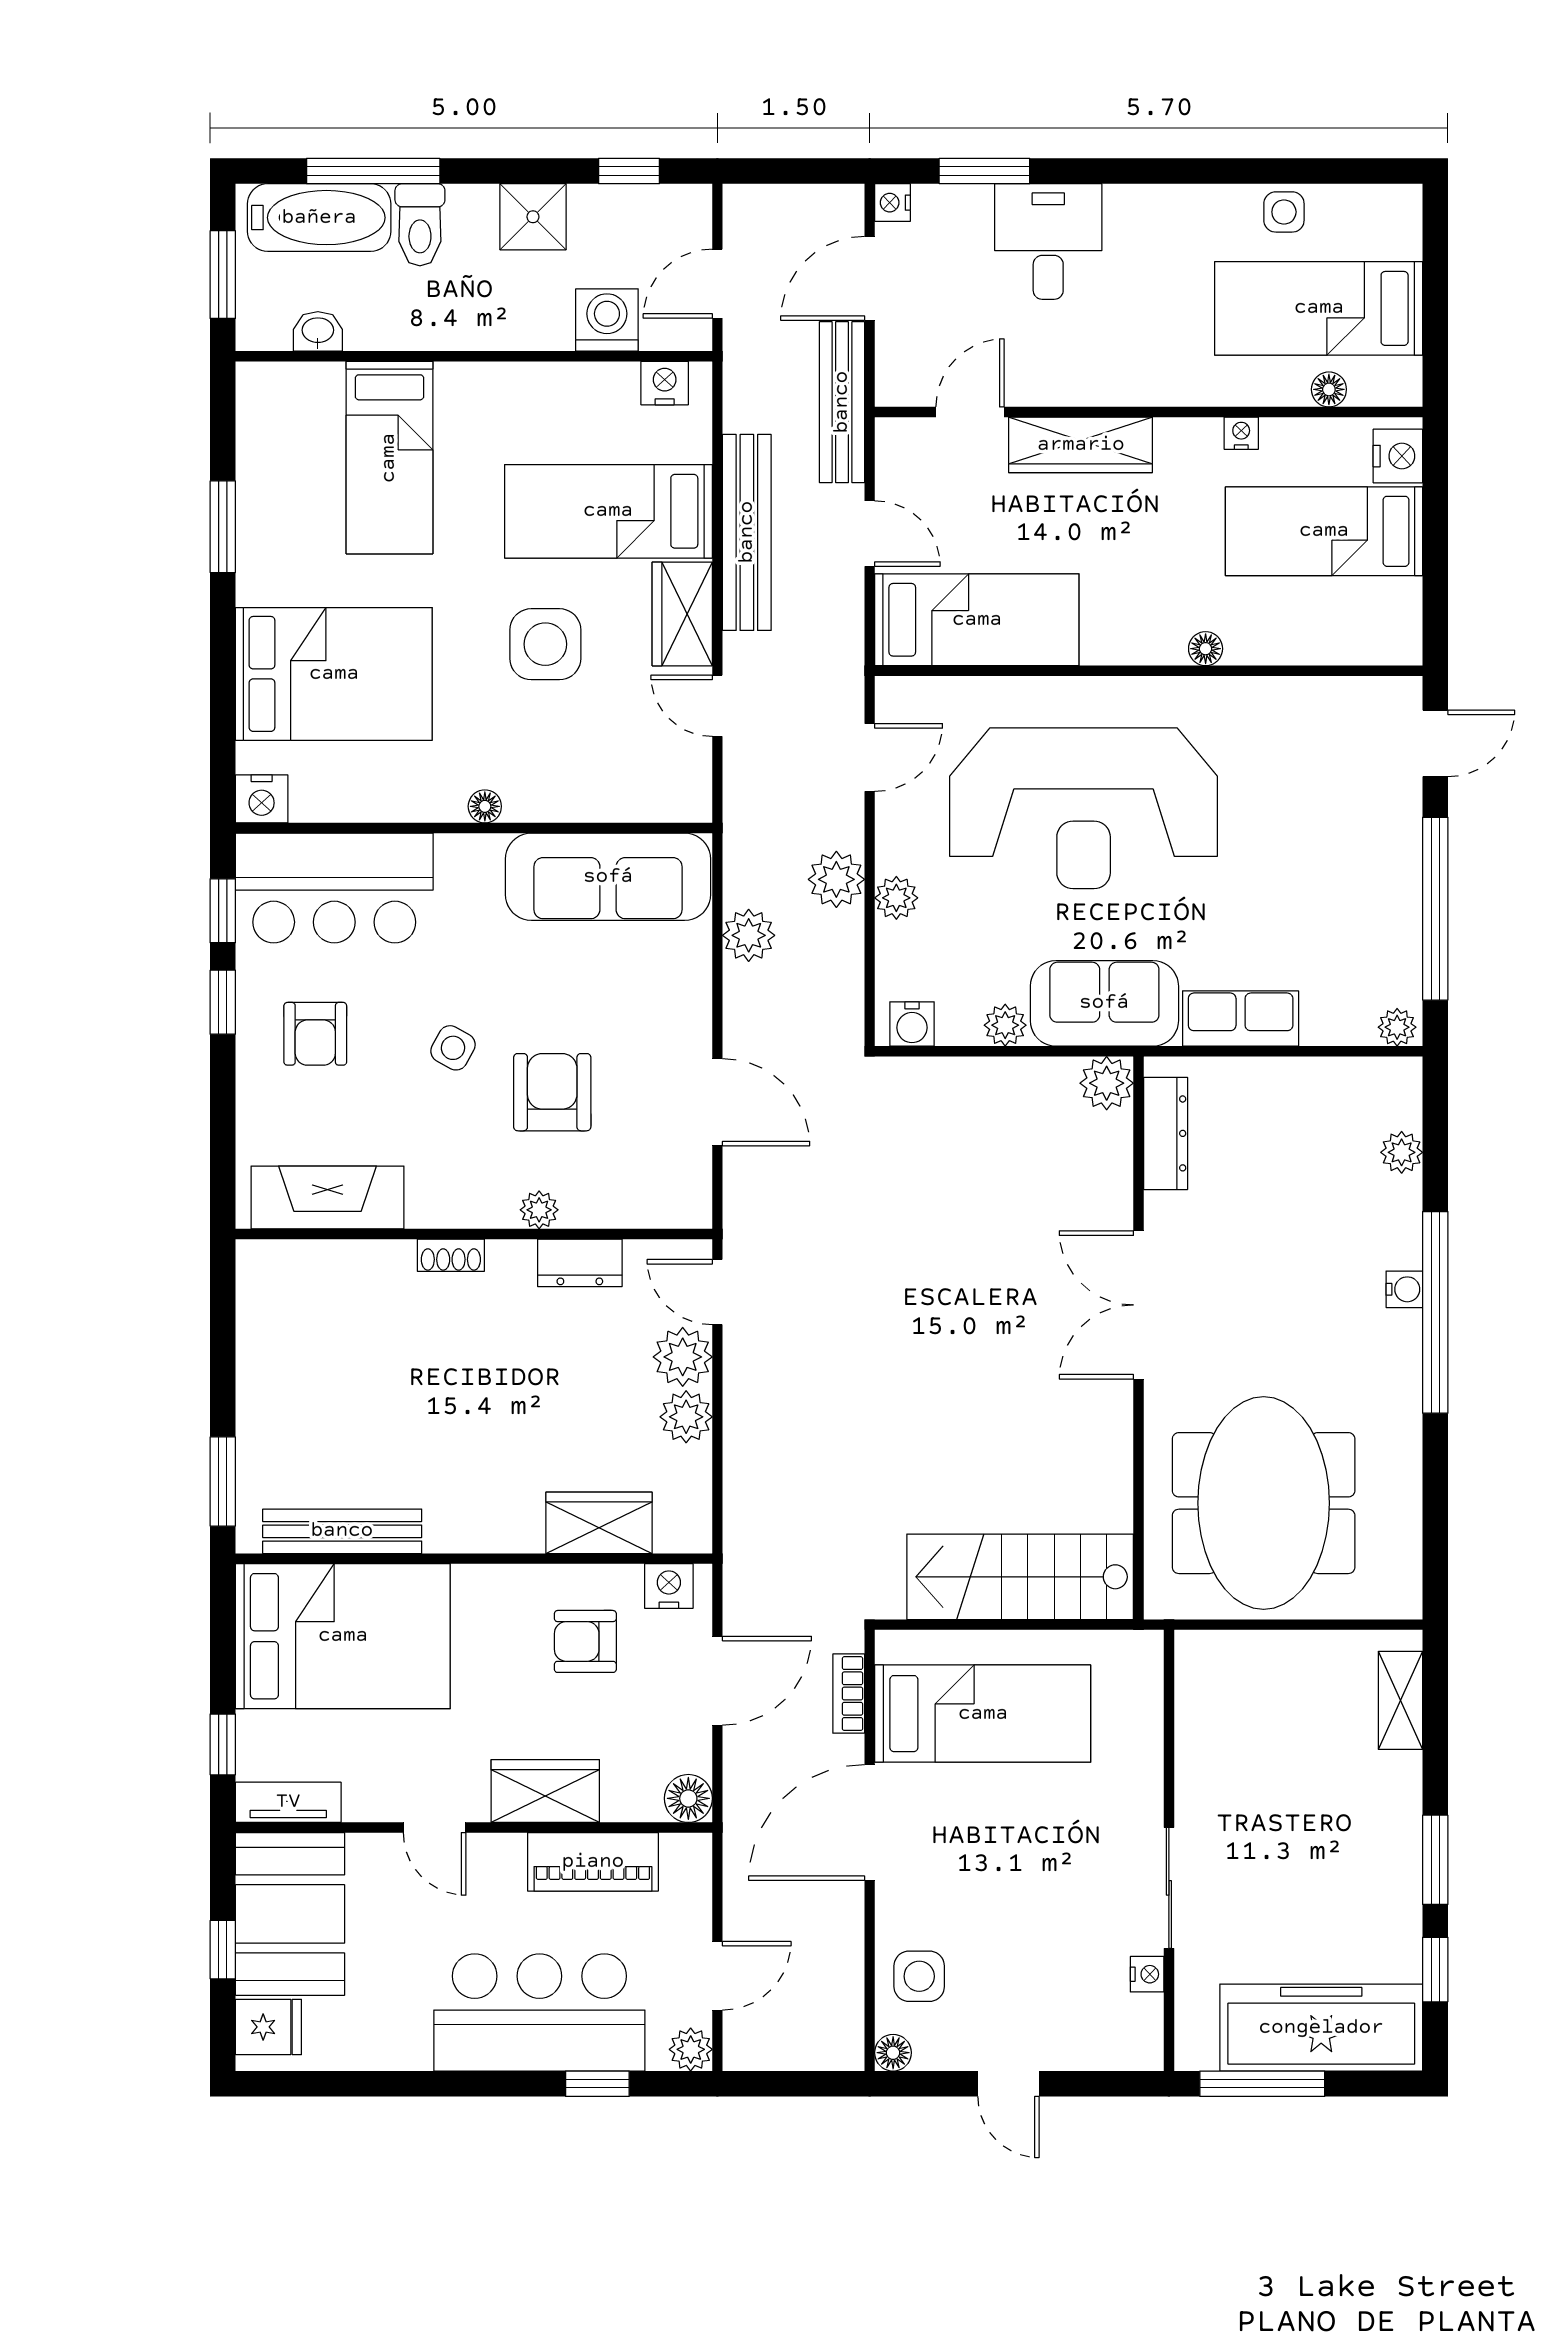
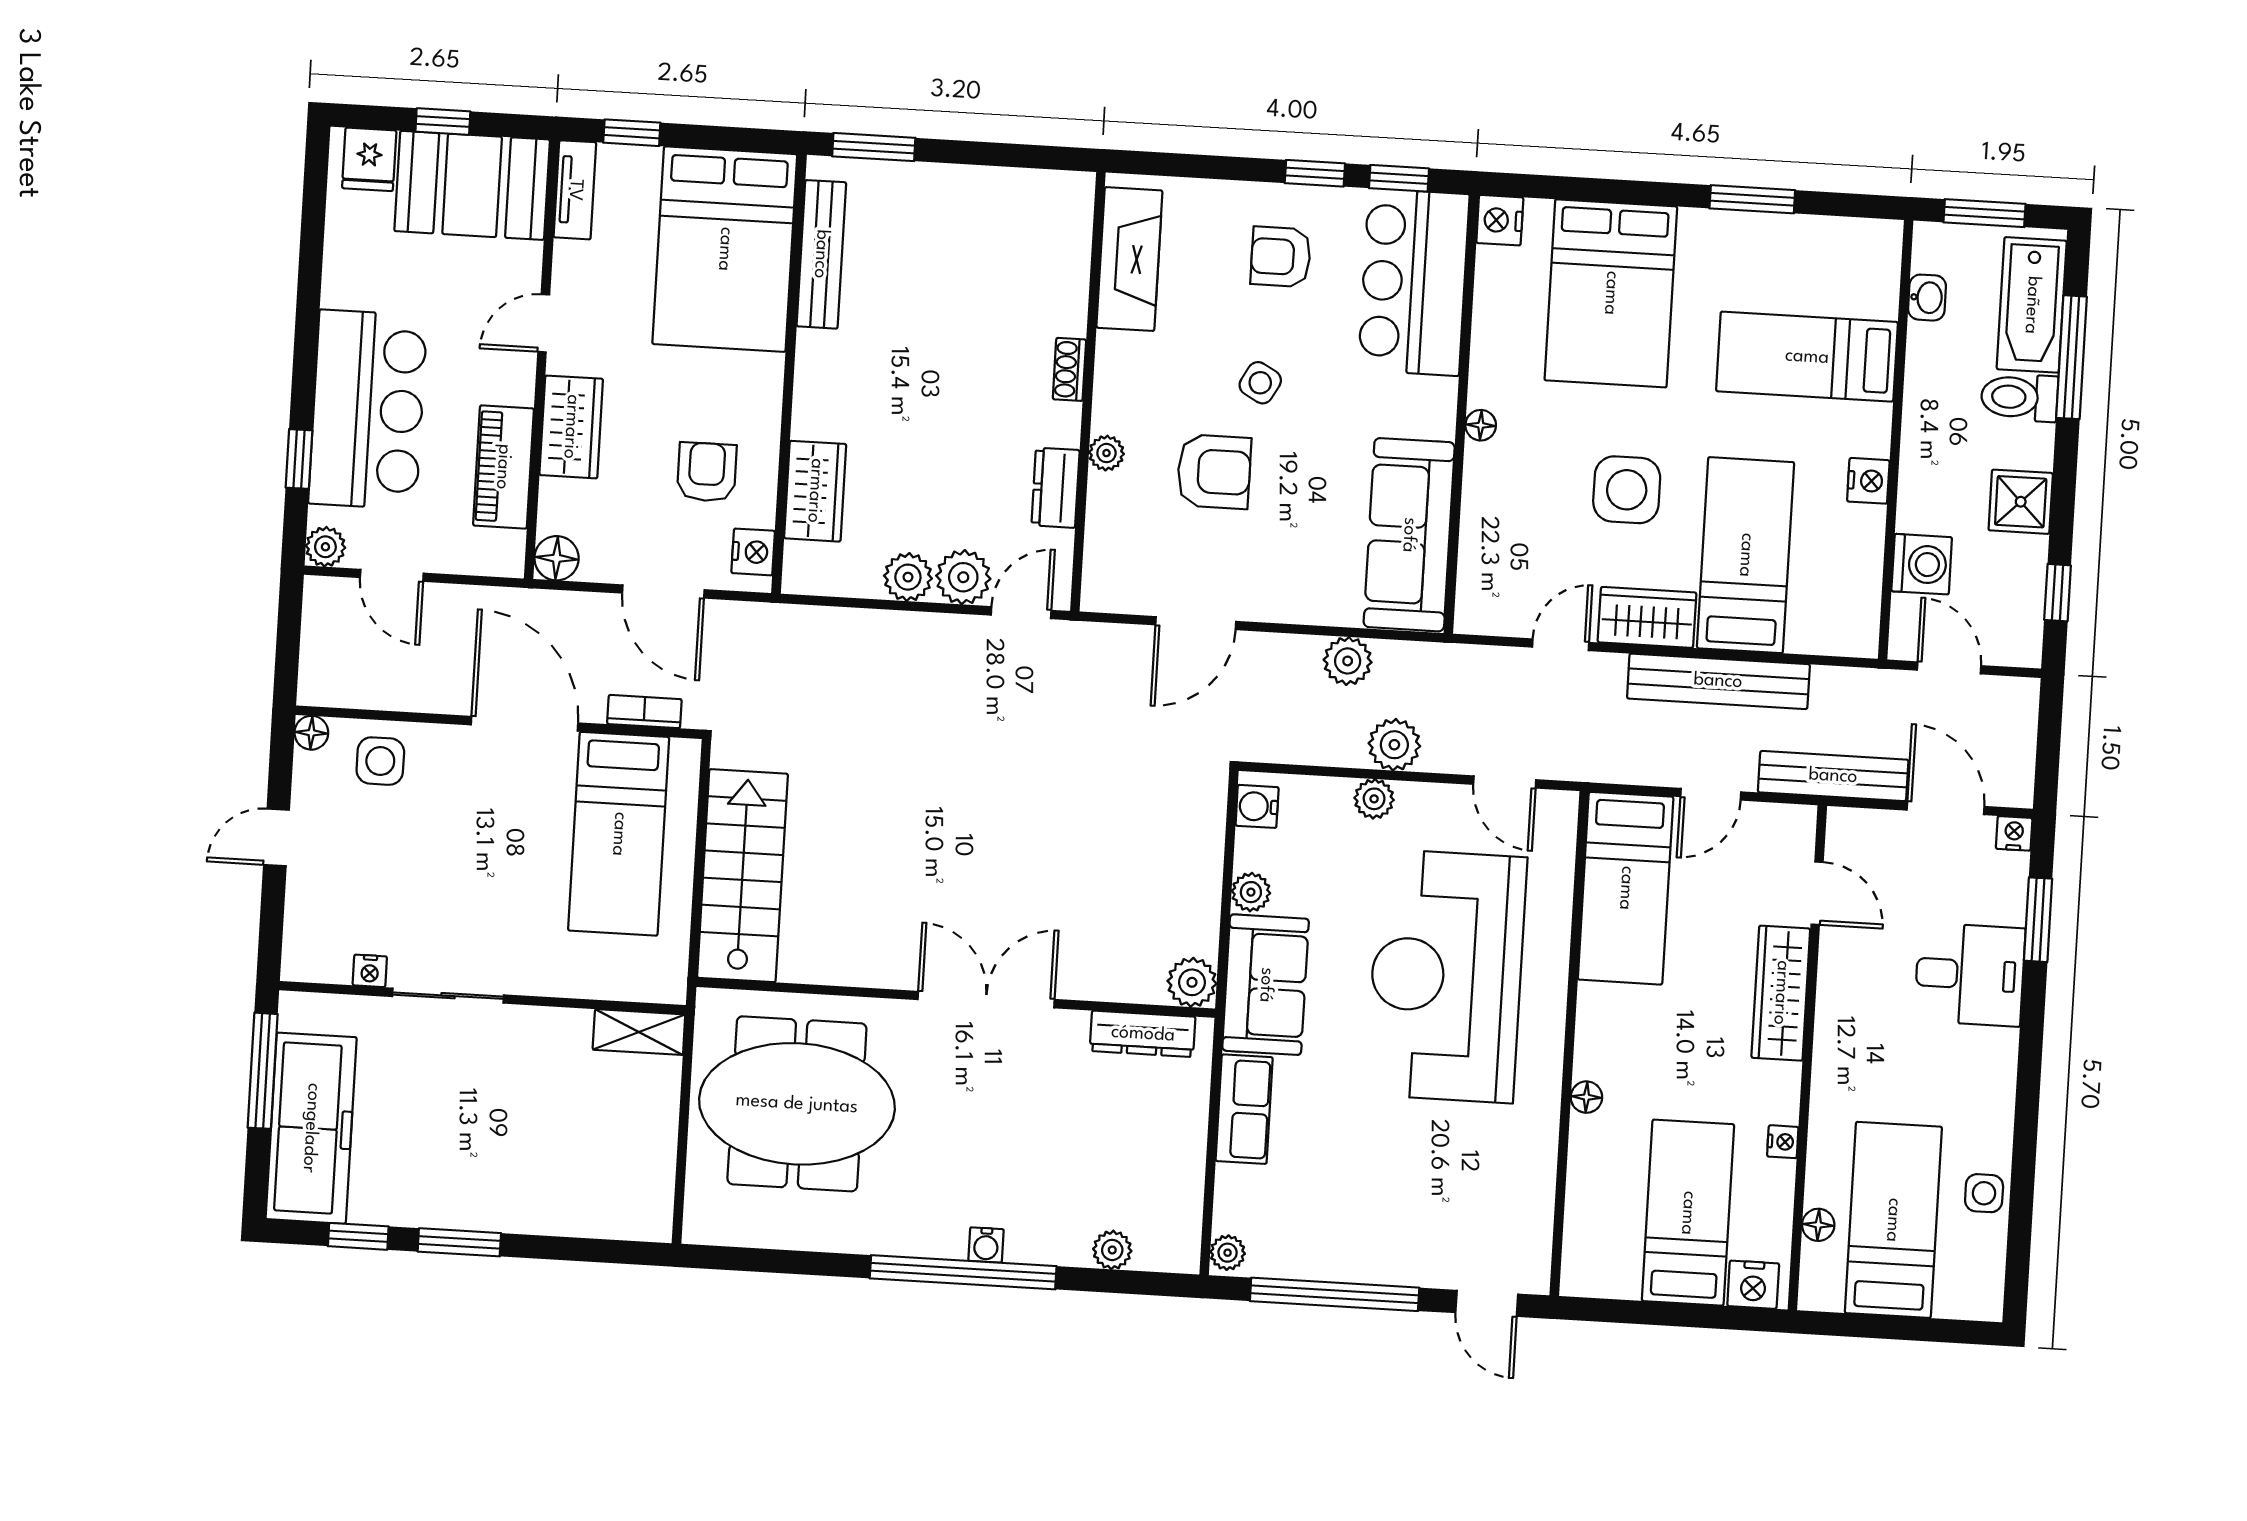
nightstand: (665, 383) -> (1868, 481), moved
shelving: (1401, 1700) -> (639, 1032), moved

